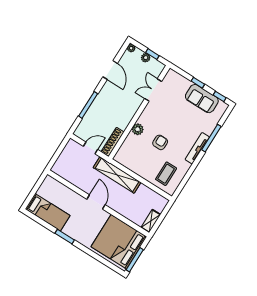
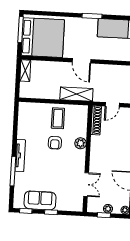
coffee table: (166, 174) -> (58, 118), moved
shelving: (117, 175) -> (76, 94), width x0.68

